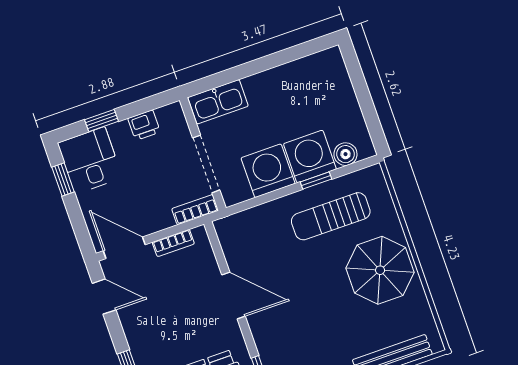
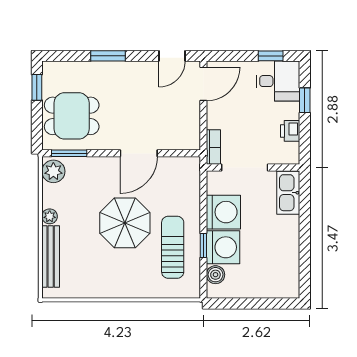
bookcase: (173, 243) -> (194, 122), removed
parasol: (380, 270) -> (125, 223), moved

